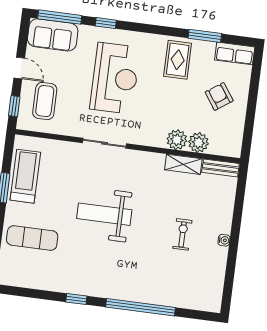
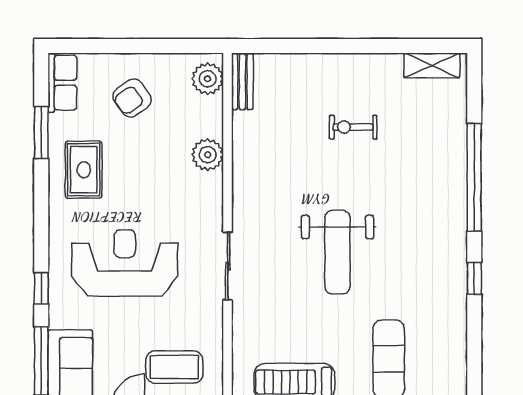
rug: (178, 60) -> (84, 170), turned 90
plant: (198, 143) -> (208, 79), moved
shelving: (183, 164) -> (432, 65), moved, turned 90
water cooler: (224, 240) -> (354, 62), removed

